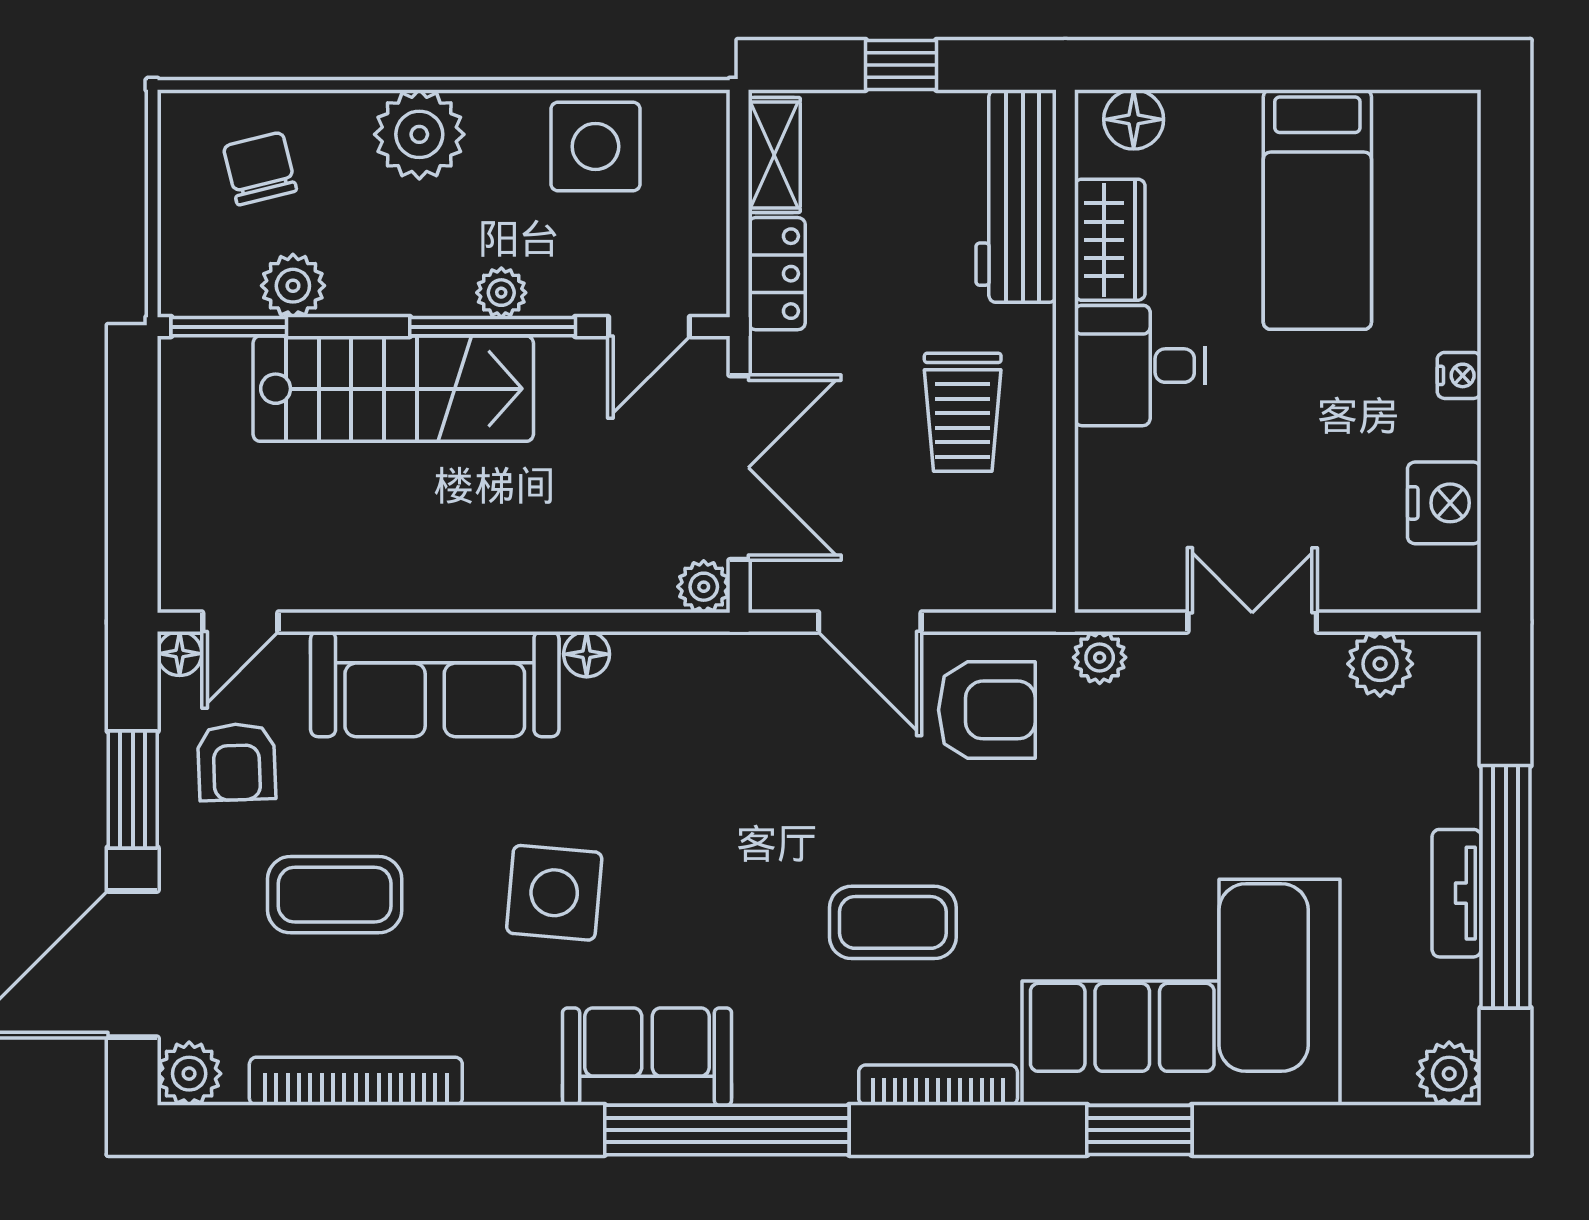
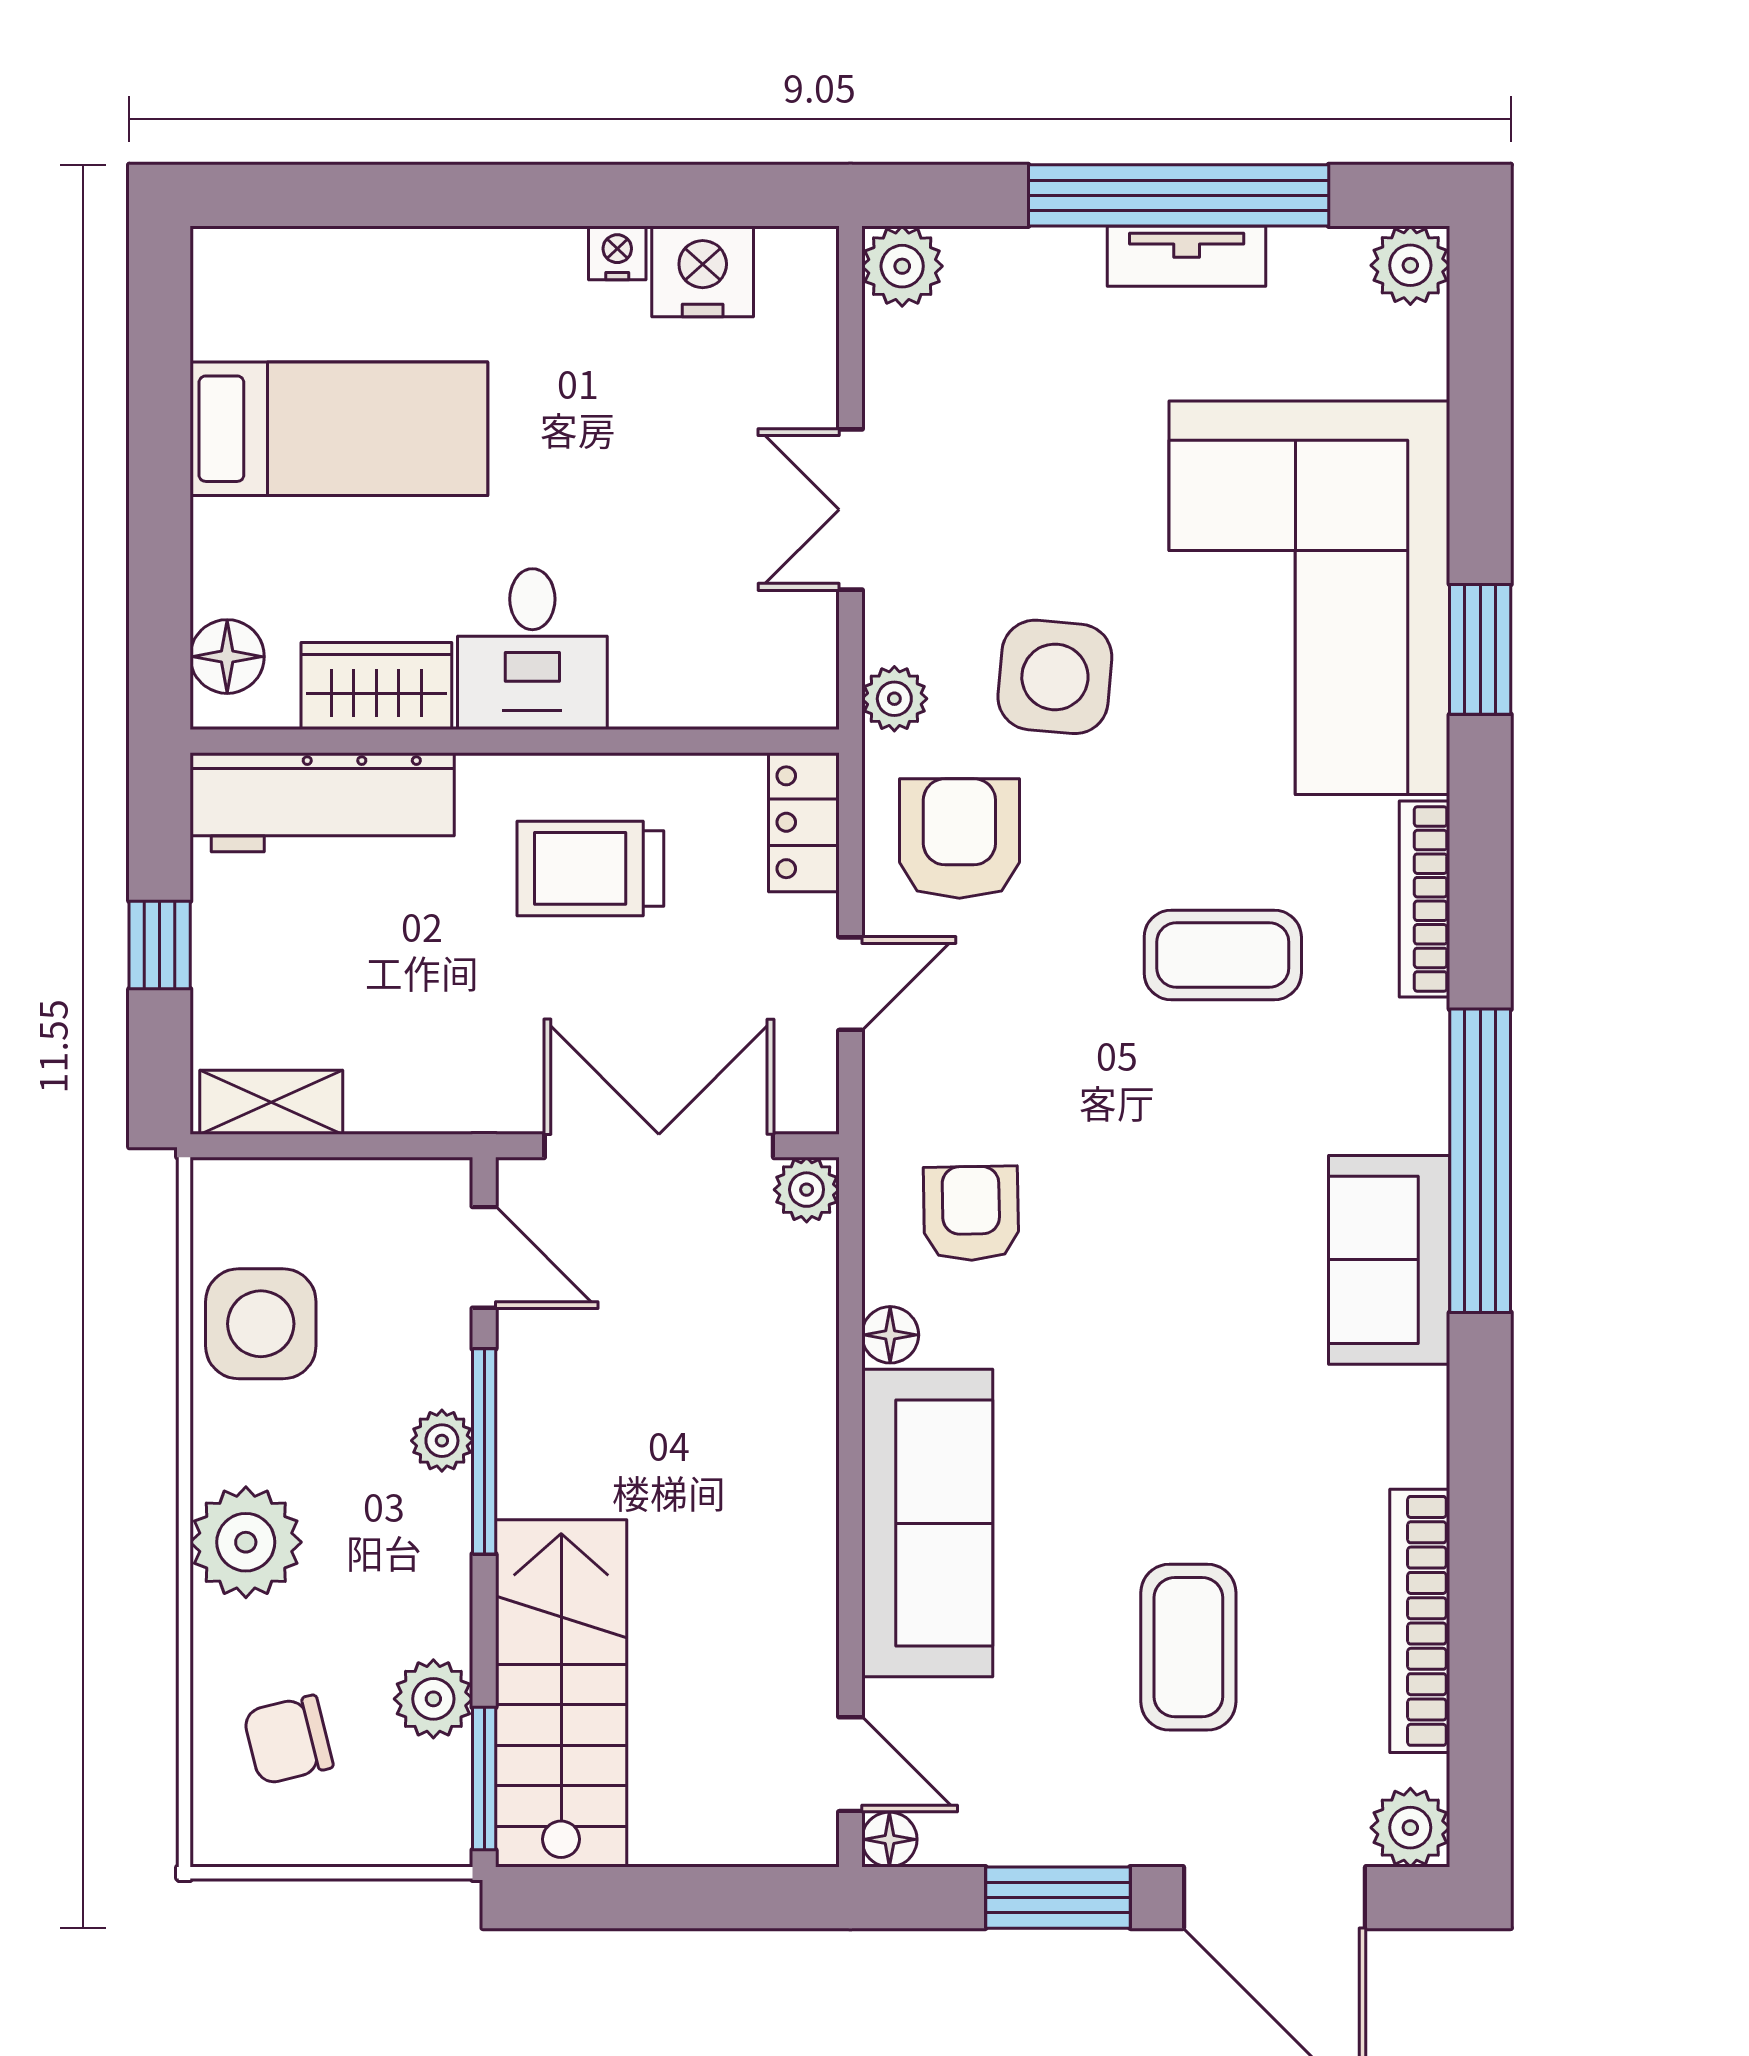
locker: (777, 274) -> (804, 822), moved, turned -90
nightstand: (1459, 375) -> (617, 253), moved
stairs: (393, 389) -> (561, 1693), moved
trolley: (963, 412) -> (590, 868), turned 180
door: (870, 622) -> (850, 984), width x0.73
plant: (1380, 664) -> (902, 266), moved
armchair: (237, 762) -> (971, 1213), moved, turned -89
side table: (554, 893) -> (1055, 677), moved
coffee table: (893, 922) -> (1223, 955), turned 90

